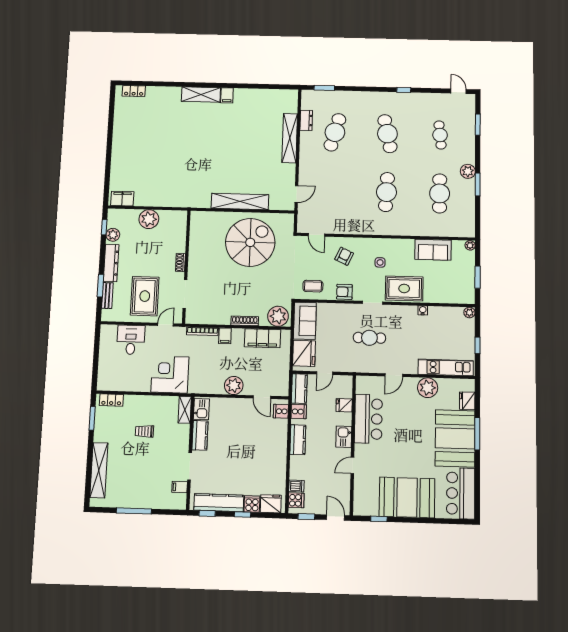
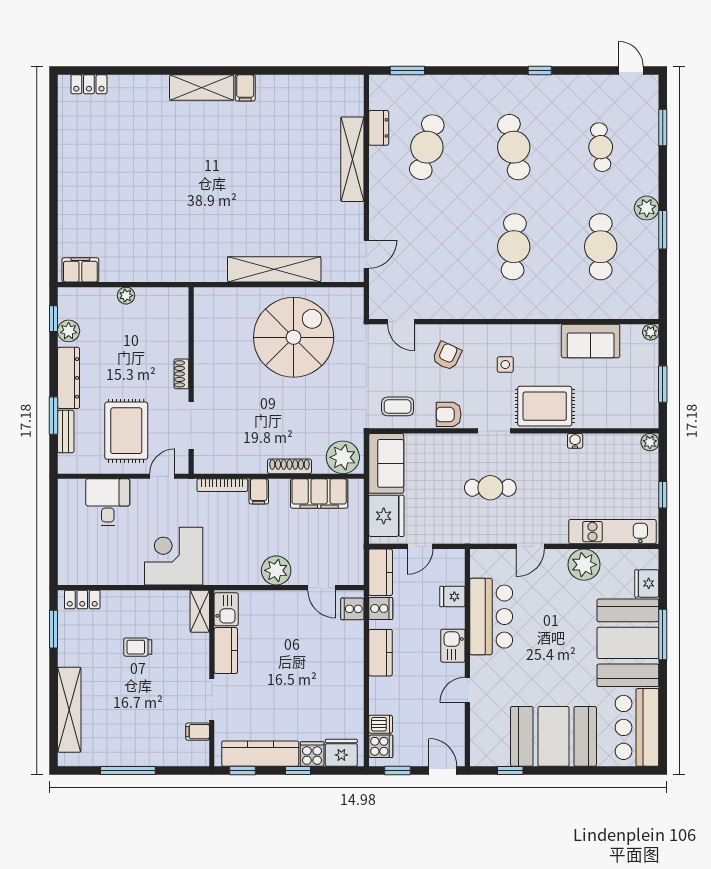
plant: (149, 219) -> (126, 296), width x0.53, depth x0.53

